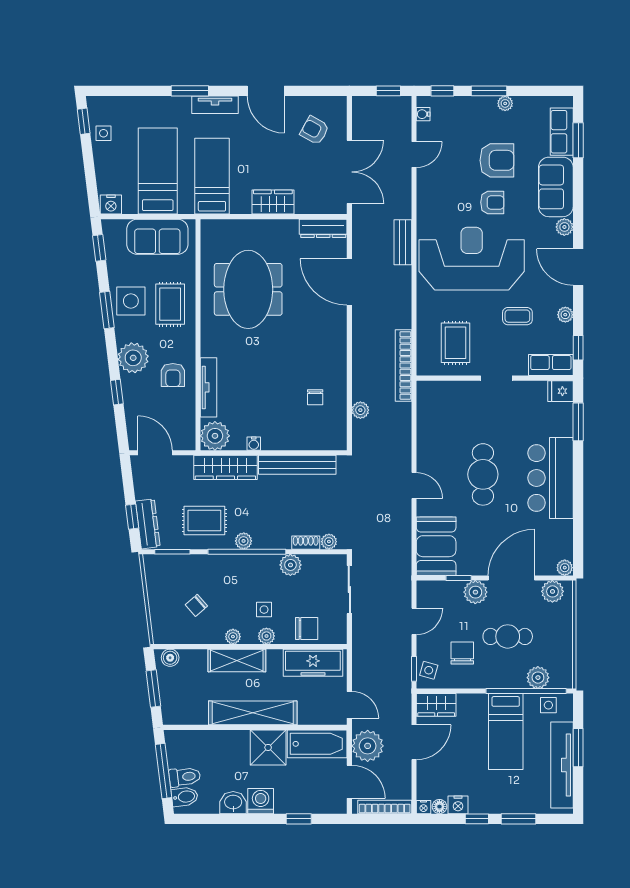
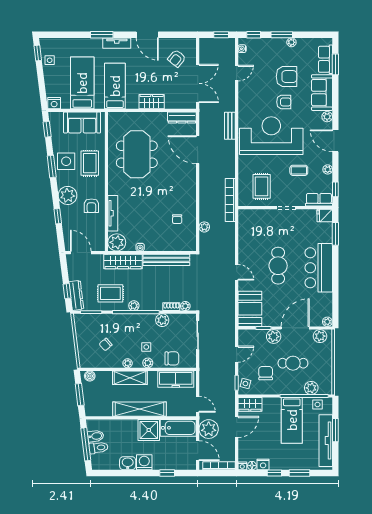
armchair: (315, 130) -> (177, 58), turned -80
bidet: (185, 797) -> (96, 436), moved

